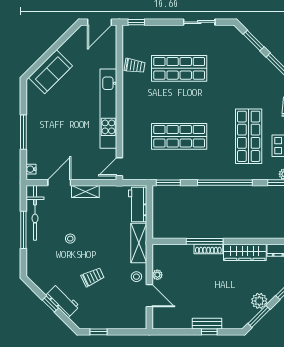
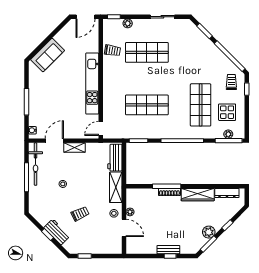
plant: (154, 31) -> (128, 23), added

